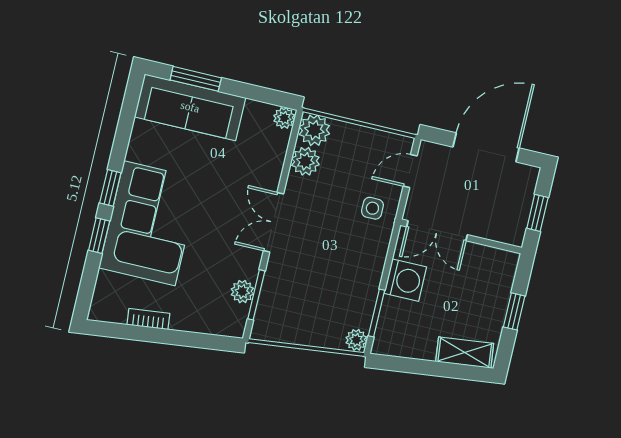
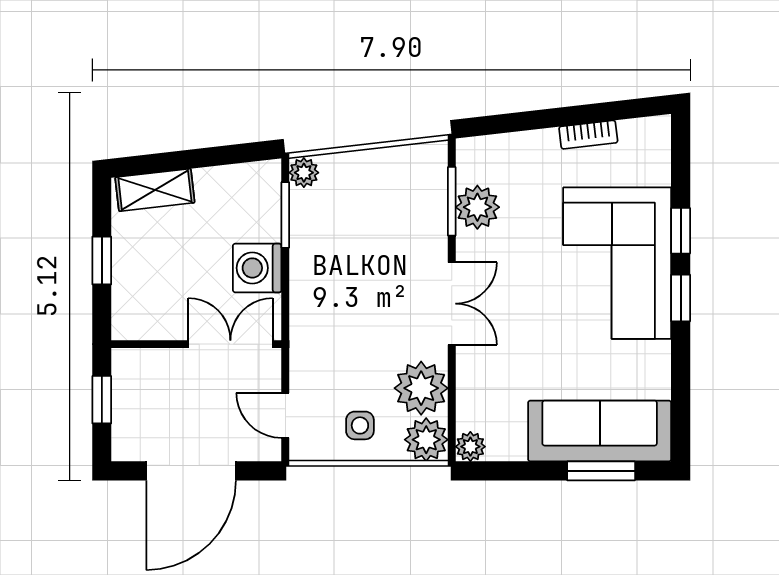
plant: (305, 161) -> (421, 388), width x1.36, depth x1.36
door: (410, 171) -> (285, 415), swing flipped
side table: (372, 208) -> (360, 425), moved
plant: (242, 292) -> (477, 207), width x1.38, depth x1.38

